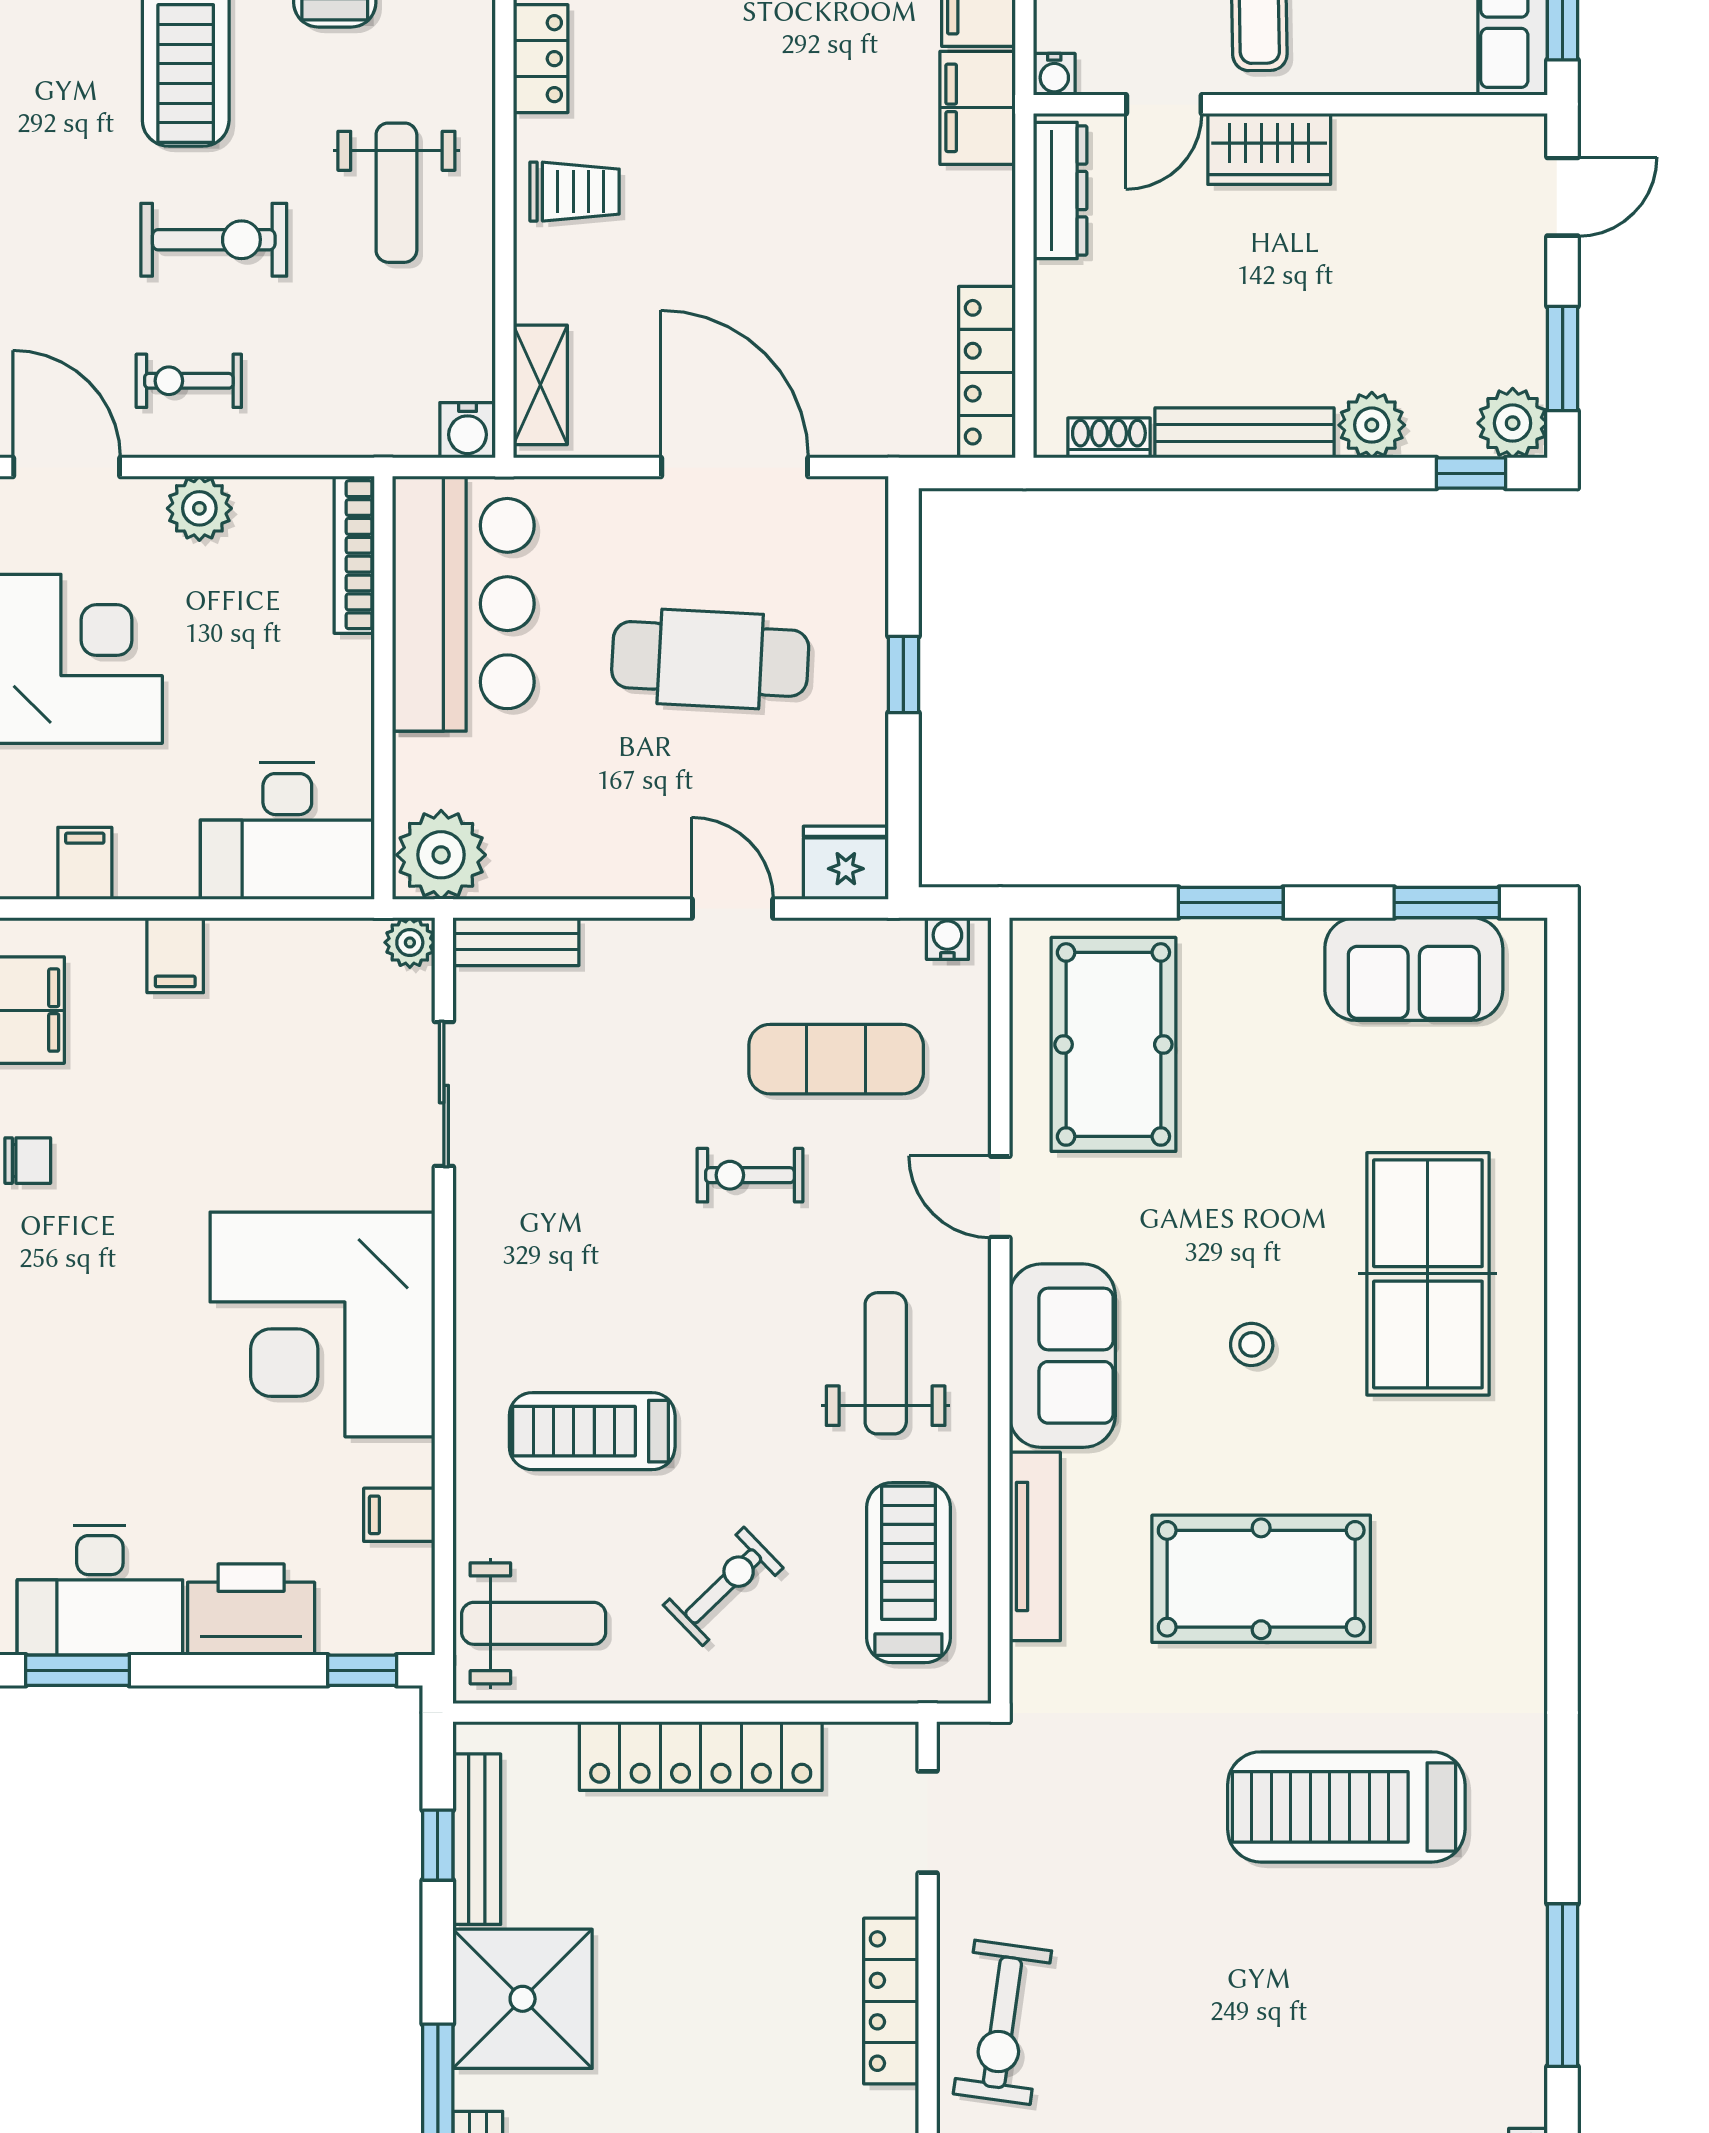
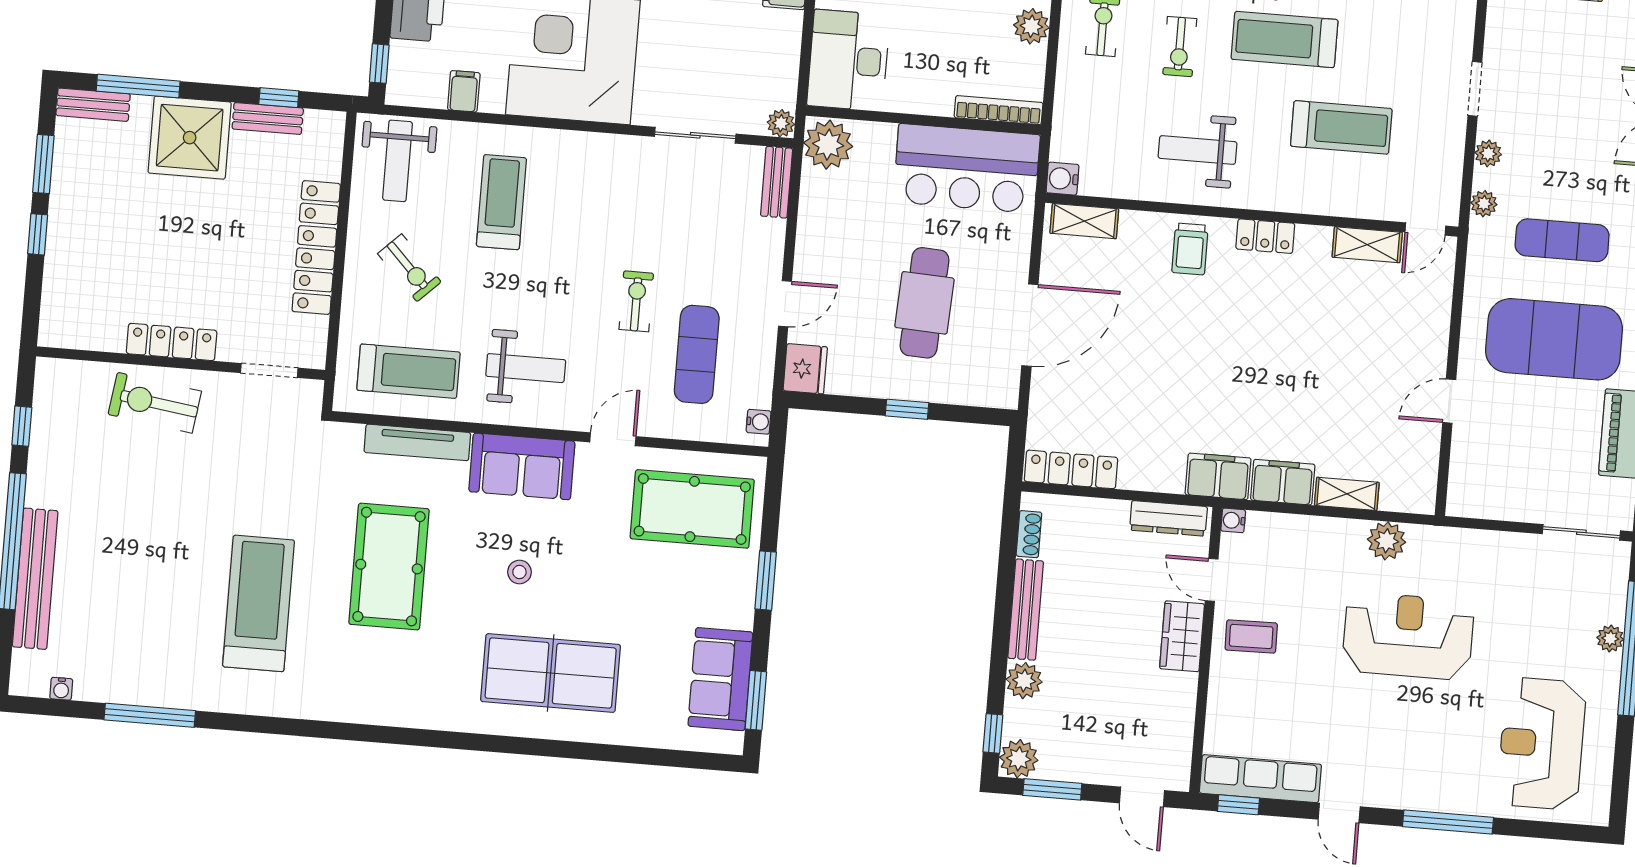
exercise bike: (214, 240) -> (1180, 47), width x0.73, depth x0.72
bench: (477, 1839) -> (268, 118), width x0.73

